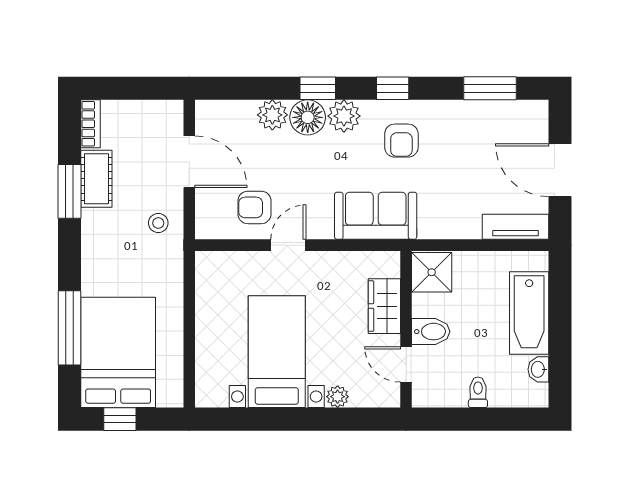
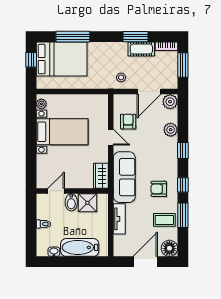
window: (131, 88) -> (183, 65), added
window: (490, 88) -> (183, 215), moved
plant: (344, 116) -> (170, 102), moved
floor lamp: (308, 117) -> (169, 248), moved
coffee table: (469, 128) -> (164, 220), added
sofa: (376, 216) -> (124, 177), width x1.36
tv unit: (515, 227) -> (119, 219), moved
shower: (432, 272) -> (87, 203), moved
wardrobe: (384, 306) -> (101, 176), moved, turned -90
plant: (338, 397) -> (41, 104), moved

